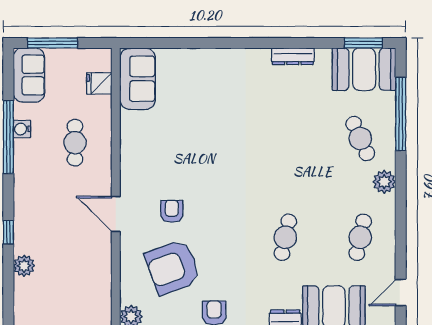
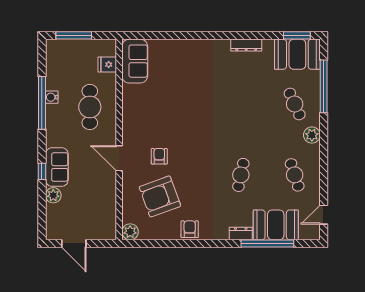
sofa: (29, 75) -> (57, 167), moved
cafe table: (75, 143) -> (90, 107), width x1.37, depth x1.35
cafe table: (360, 237) -> (295, 175), turned -30

